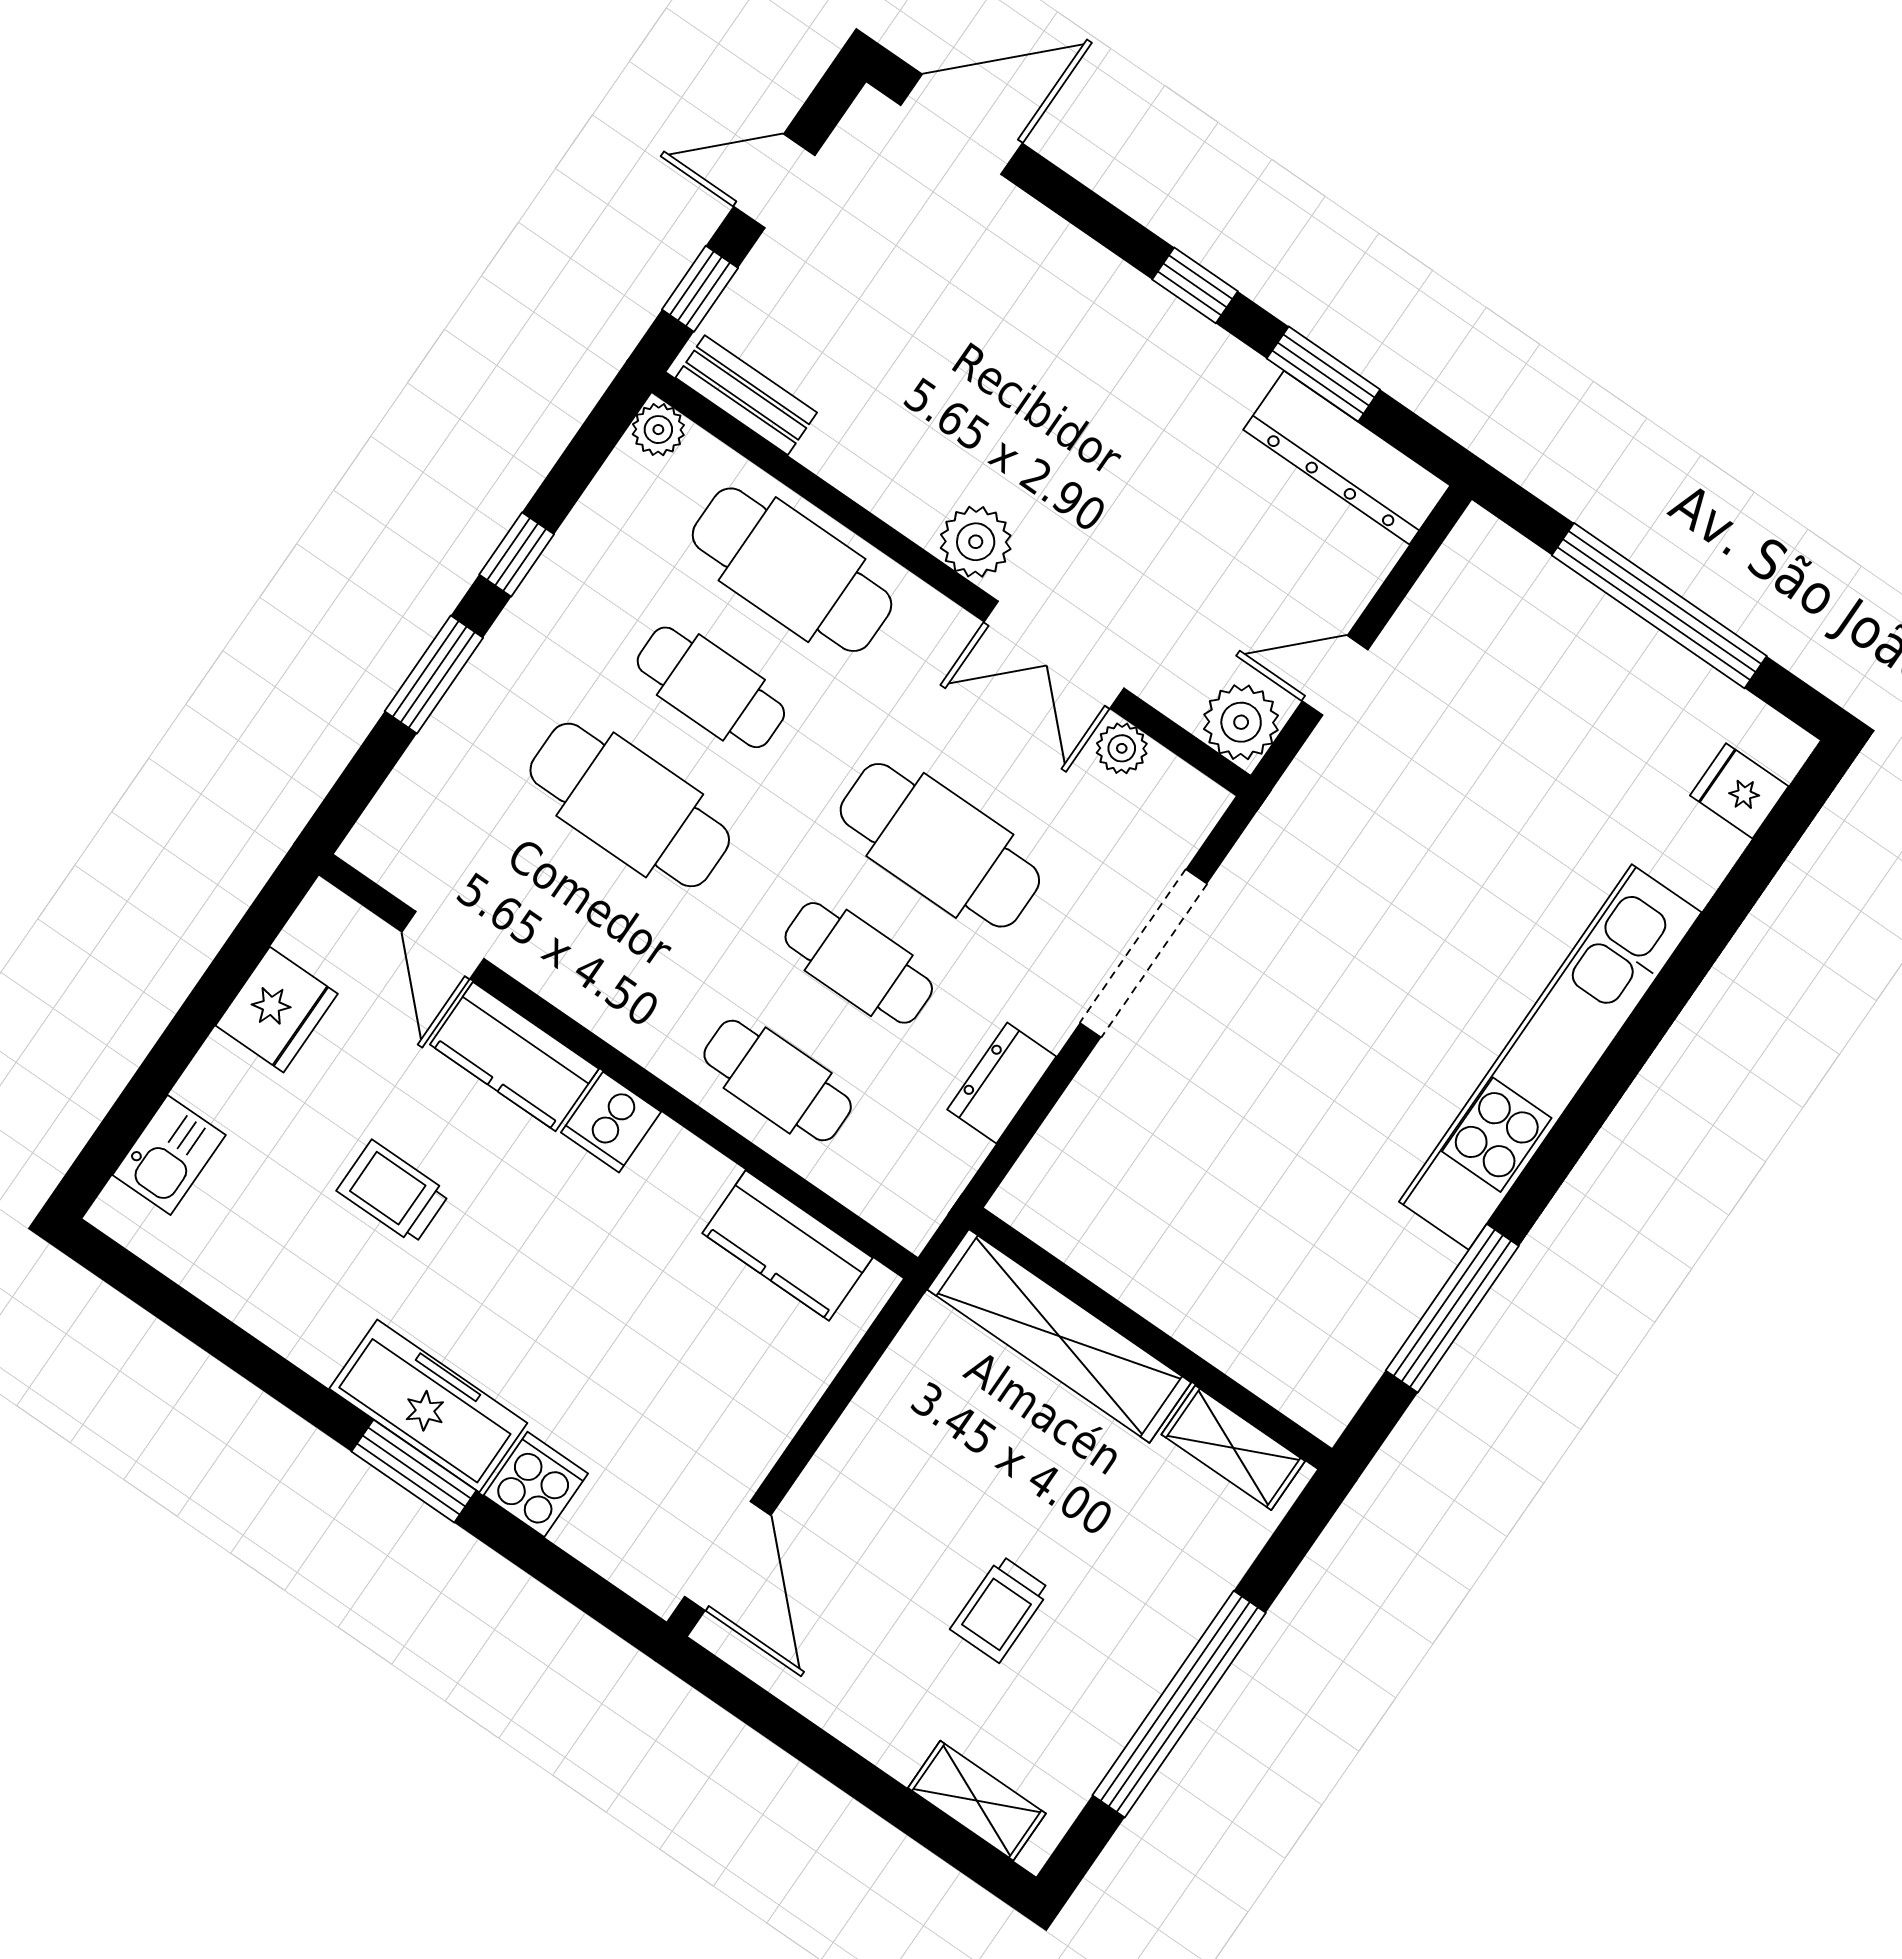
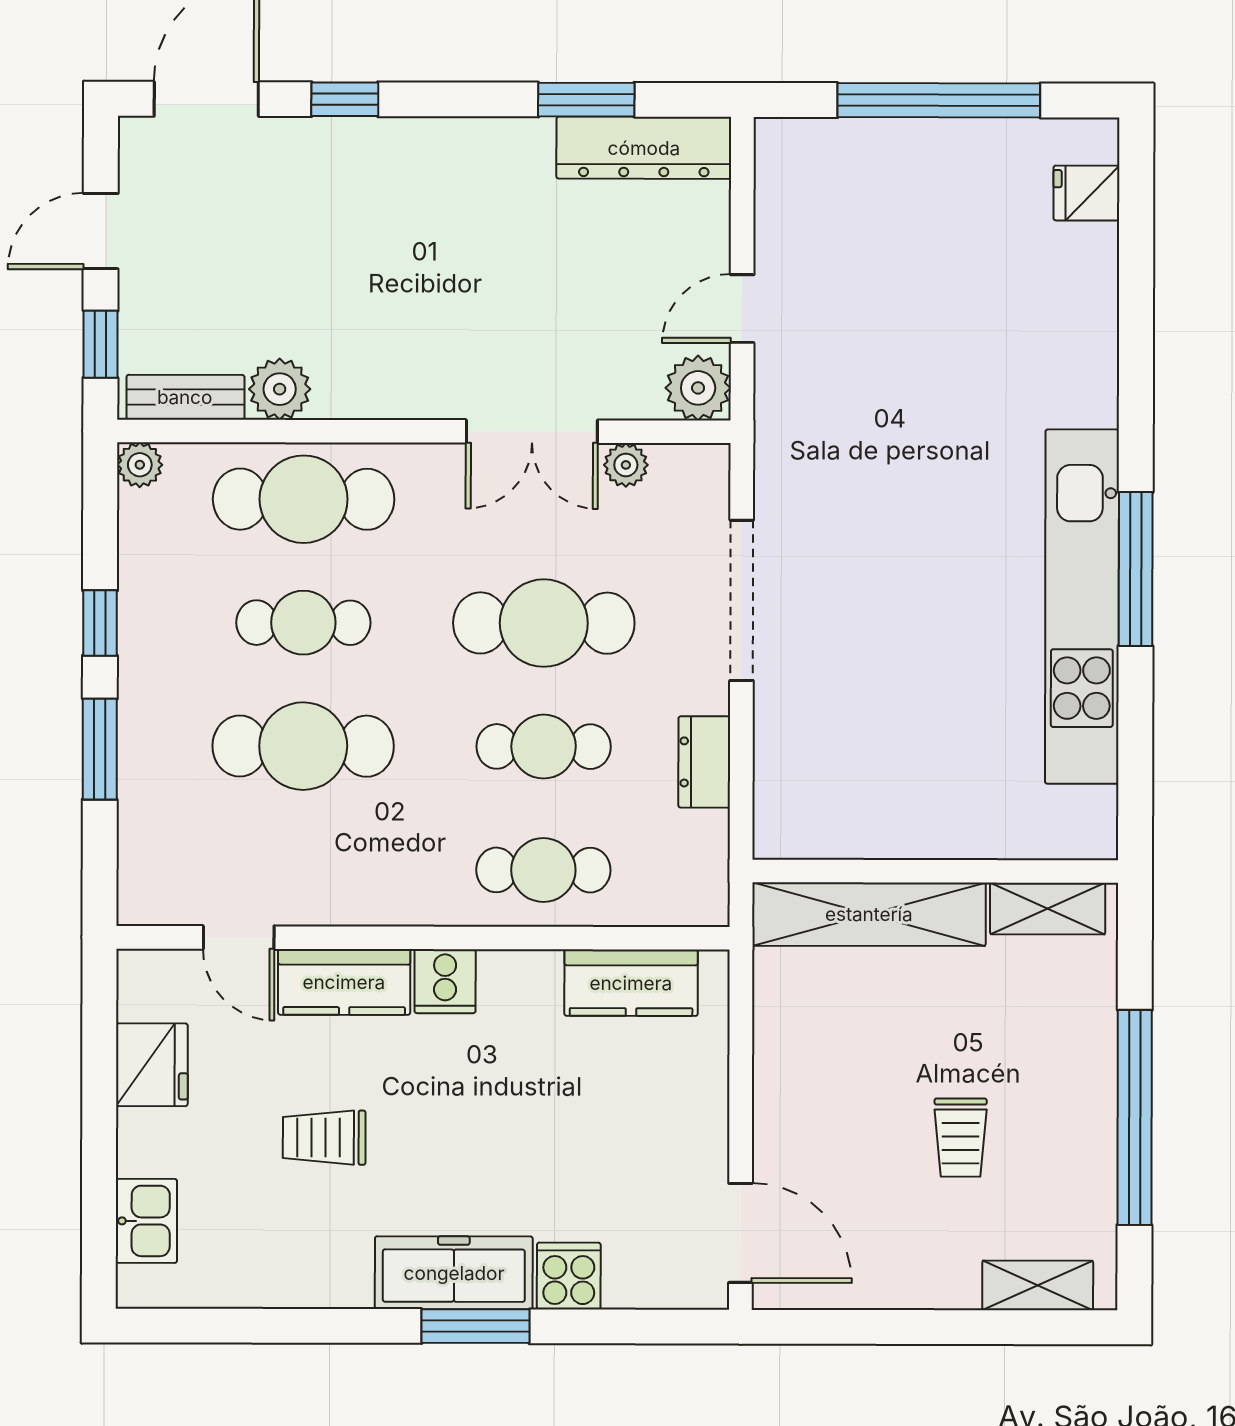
window: (1195, 285) -> (345, 99), moved
plant: (976, 542) -> (280, 389), moved
kitchen unit: (1550, 1057) -> (1082, 607), moved
window: (1452, 1308) -> (1136, 569), moved

